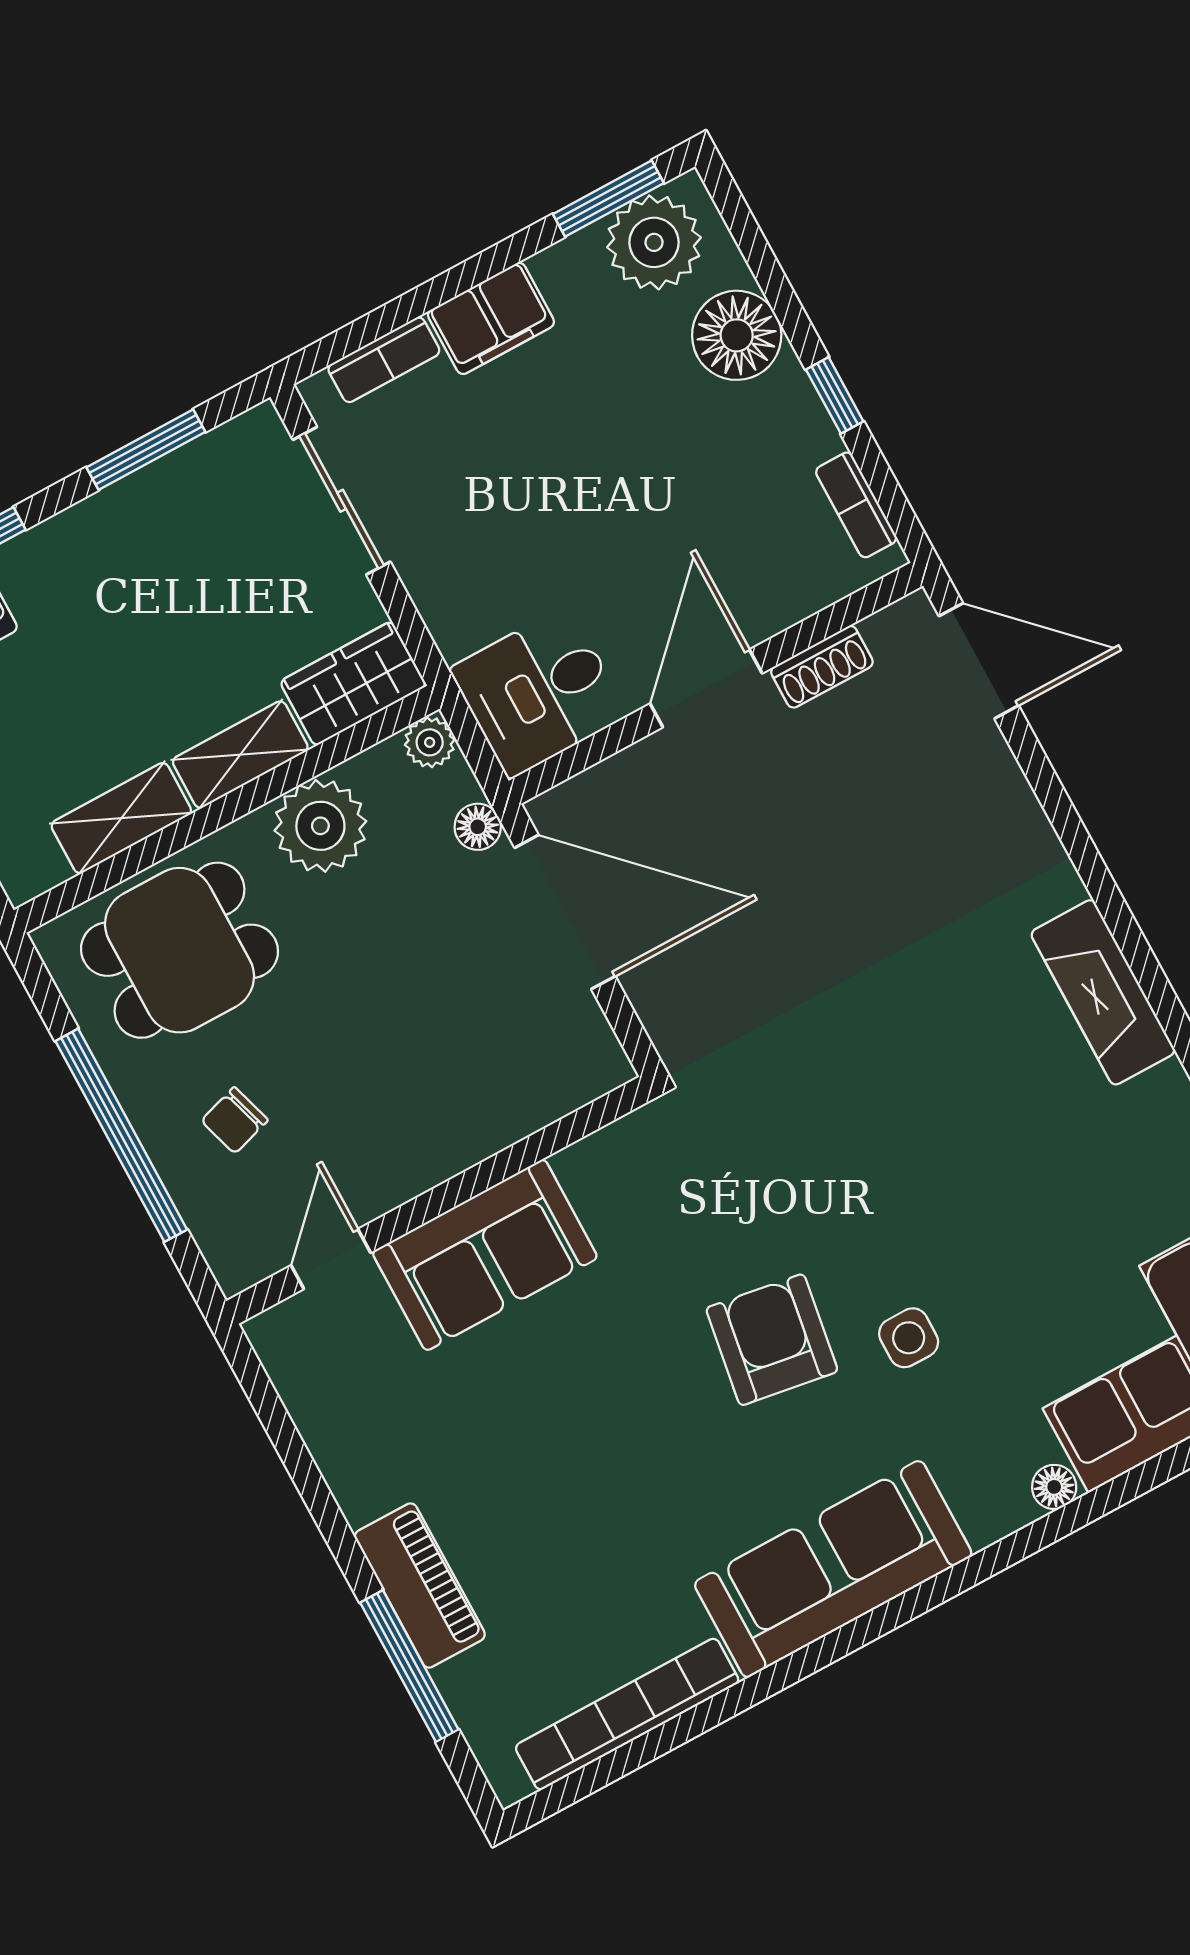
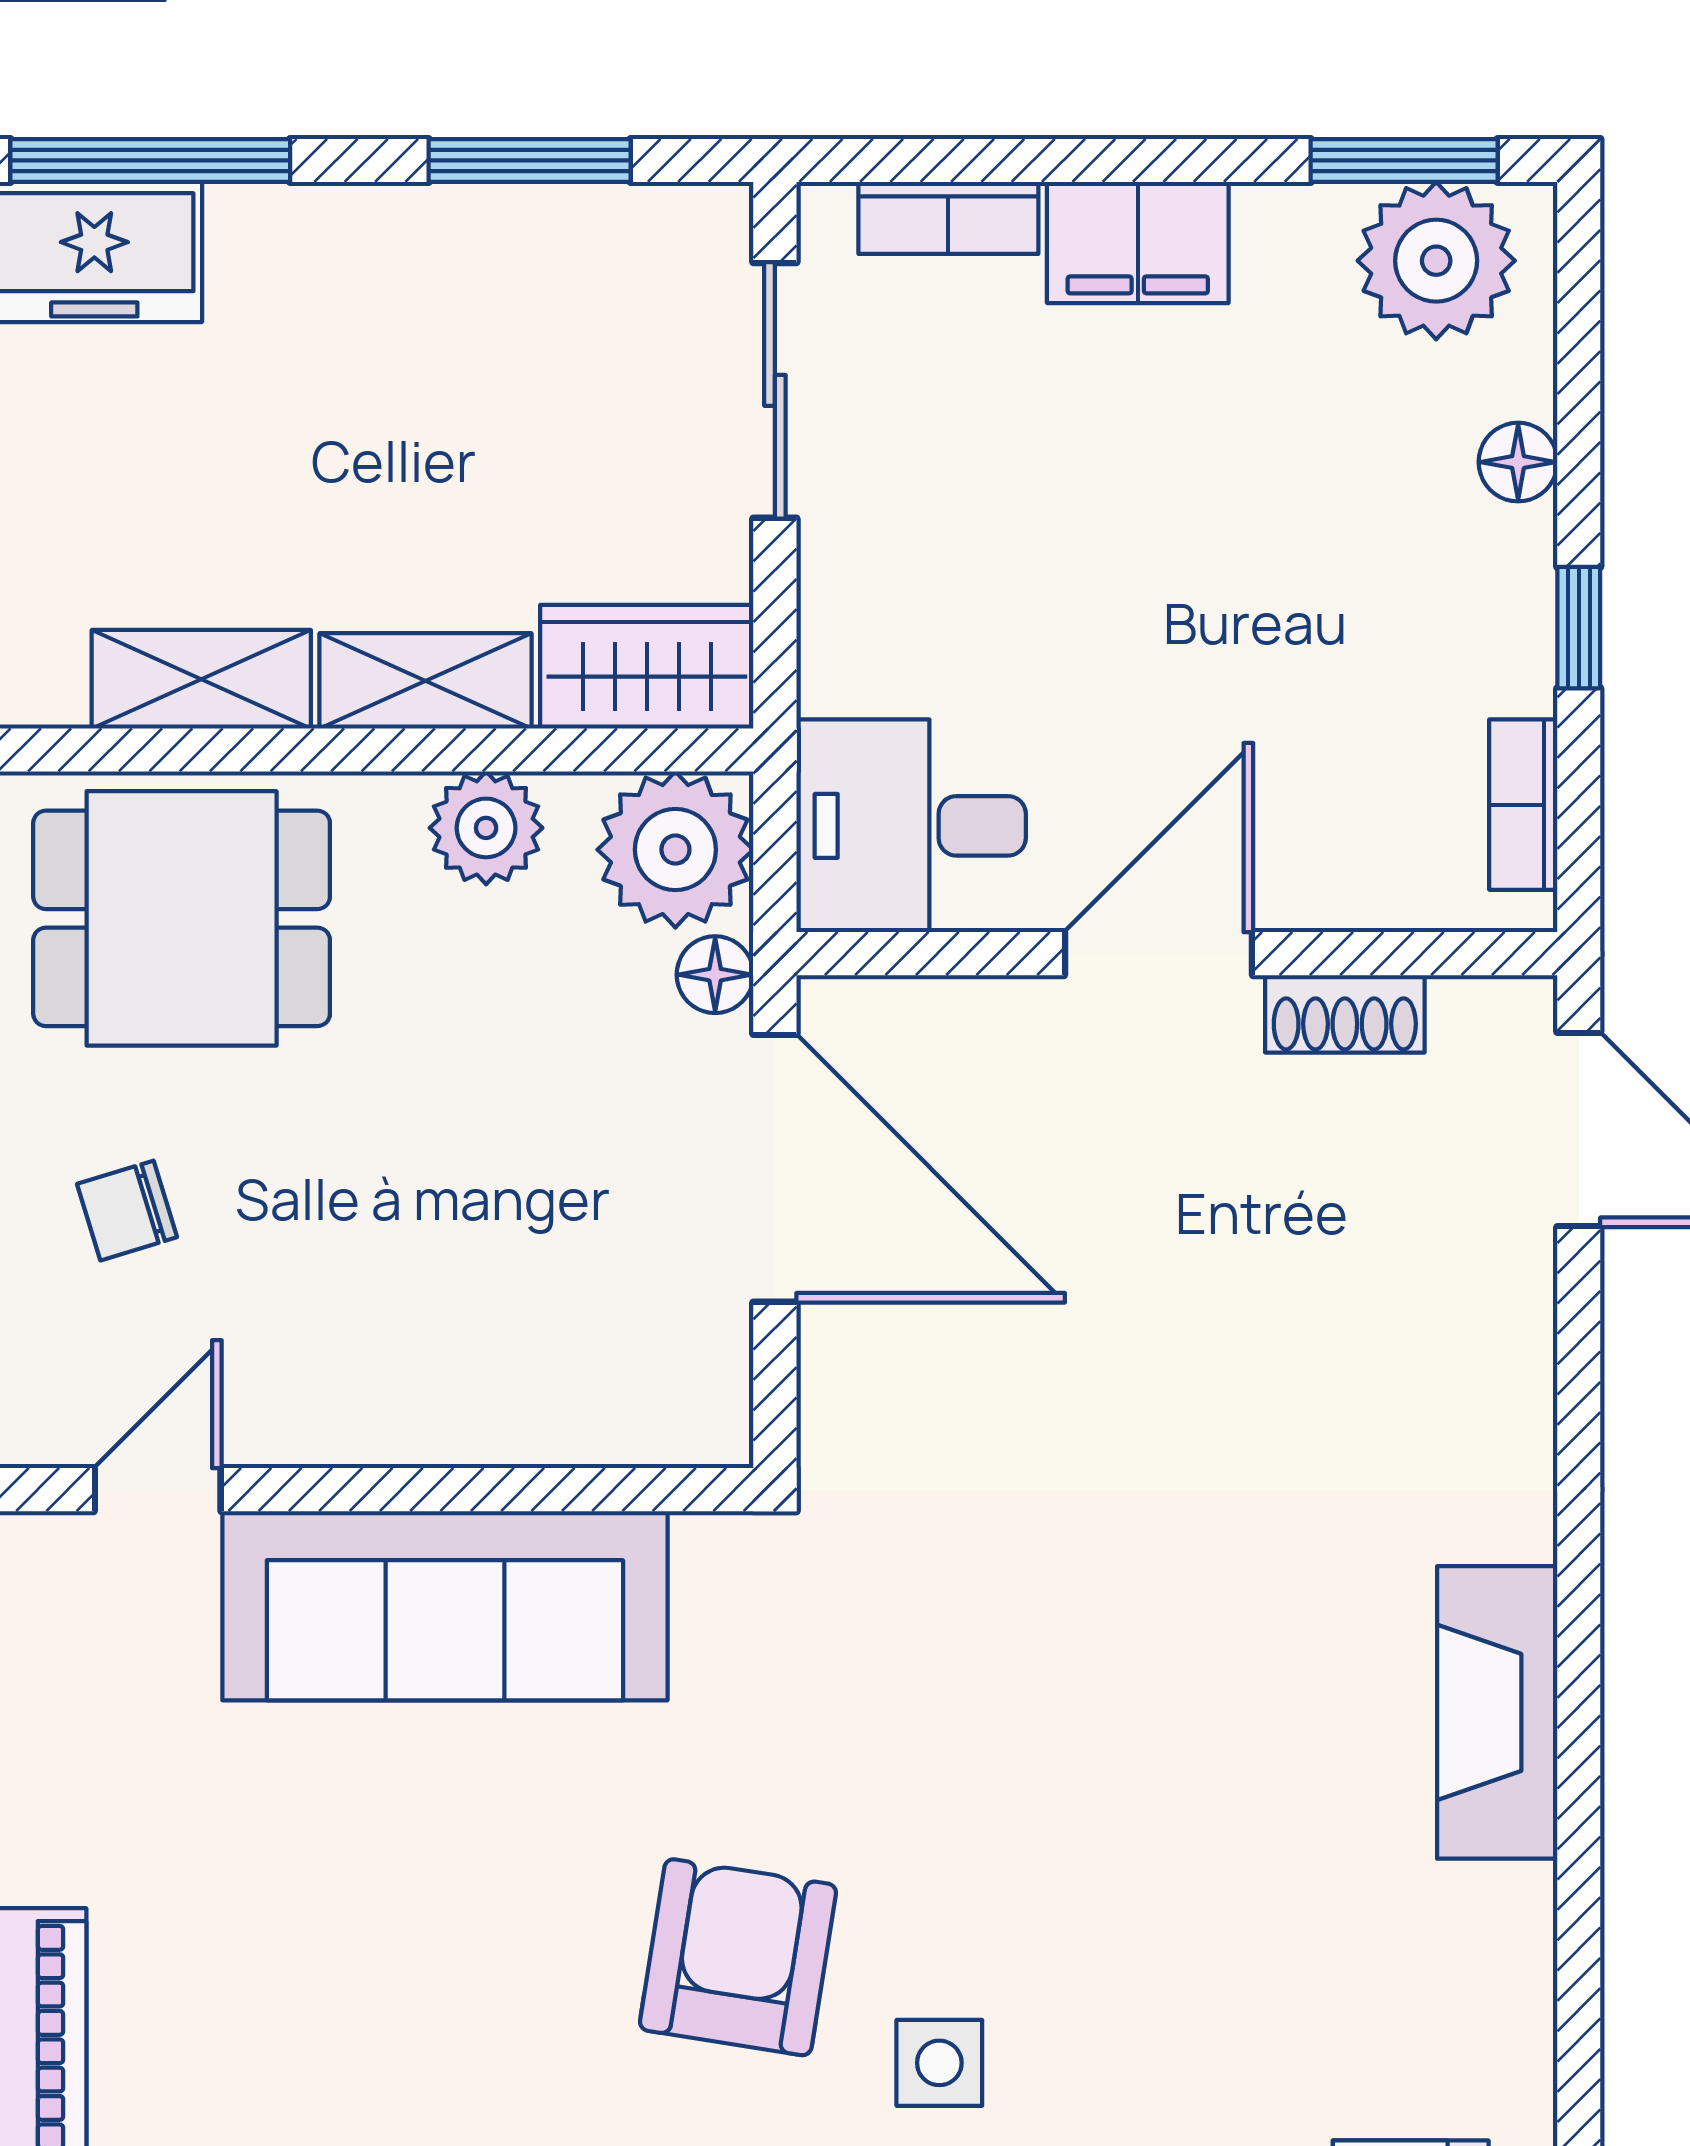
floor lamp: (737, 335) -> (1518, 462), width x0.53, depth x0.53
plant: (430, 742) -> (675, 850), width x1.87, depth x1.87
plant: (320, 826) -> (486, 828), width x0.73, depth x0.73
sofa: (485, 1255) -> (445, 1606), width x1.36

